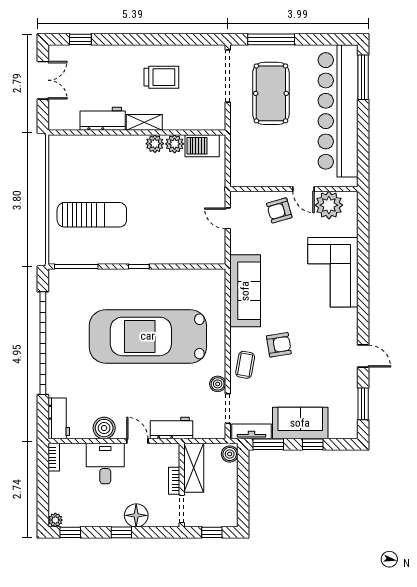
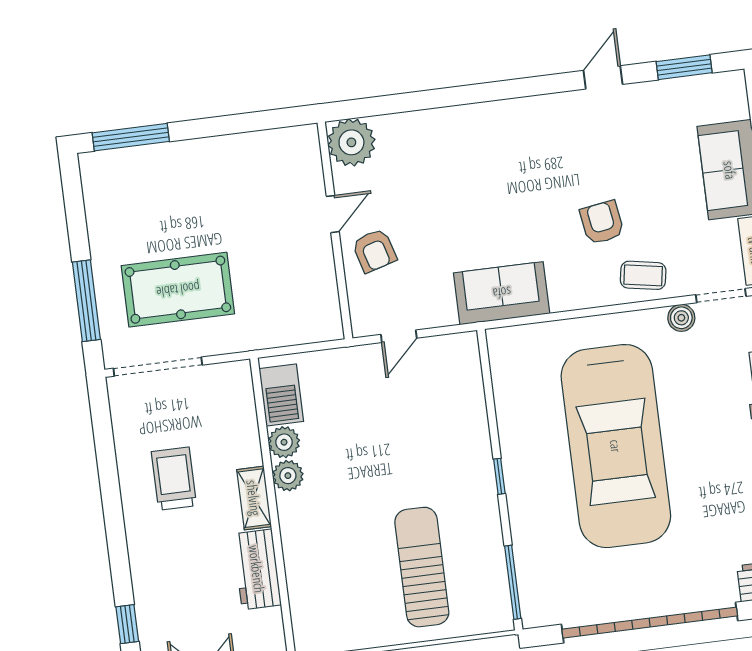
bar counter: (338, 111) -> (193, 172), removed
plant: (329, 205) -> (351, 142), moved
corner sofa: (333, 272) -> (468, 146), removed
sofa: (245, 291) -> (502, 293), width x0.73

